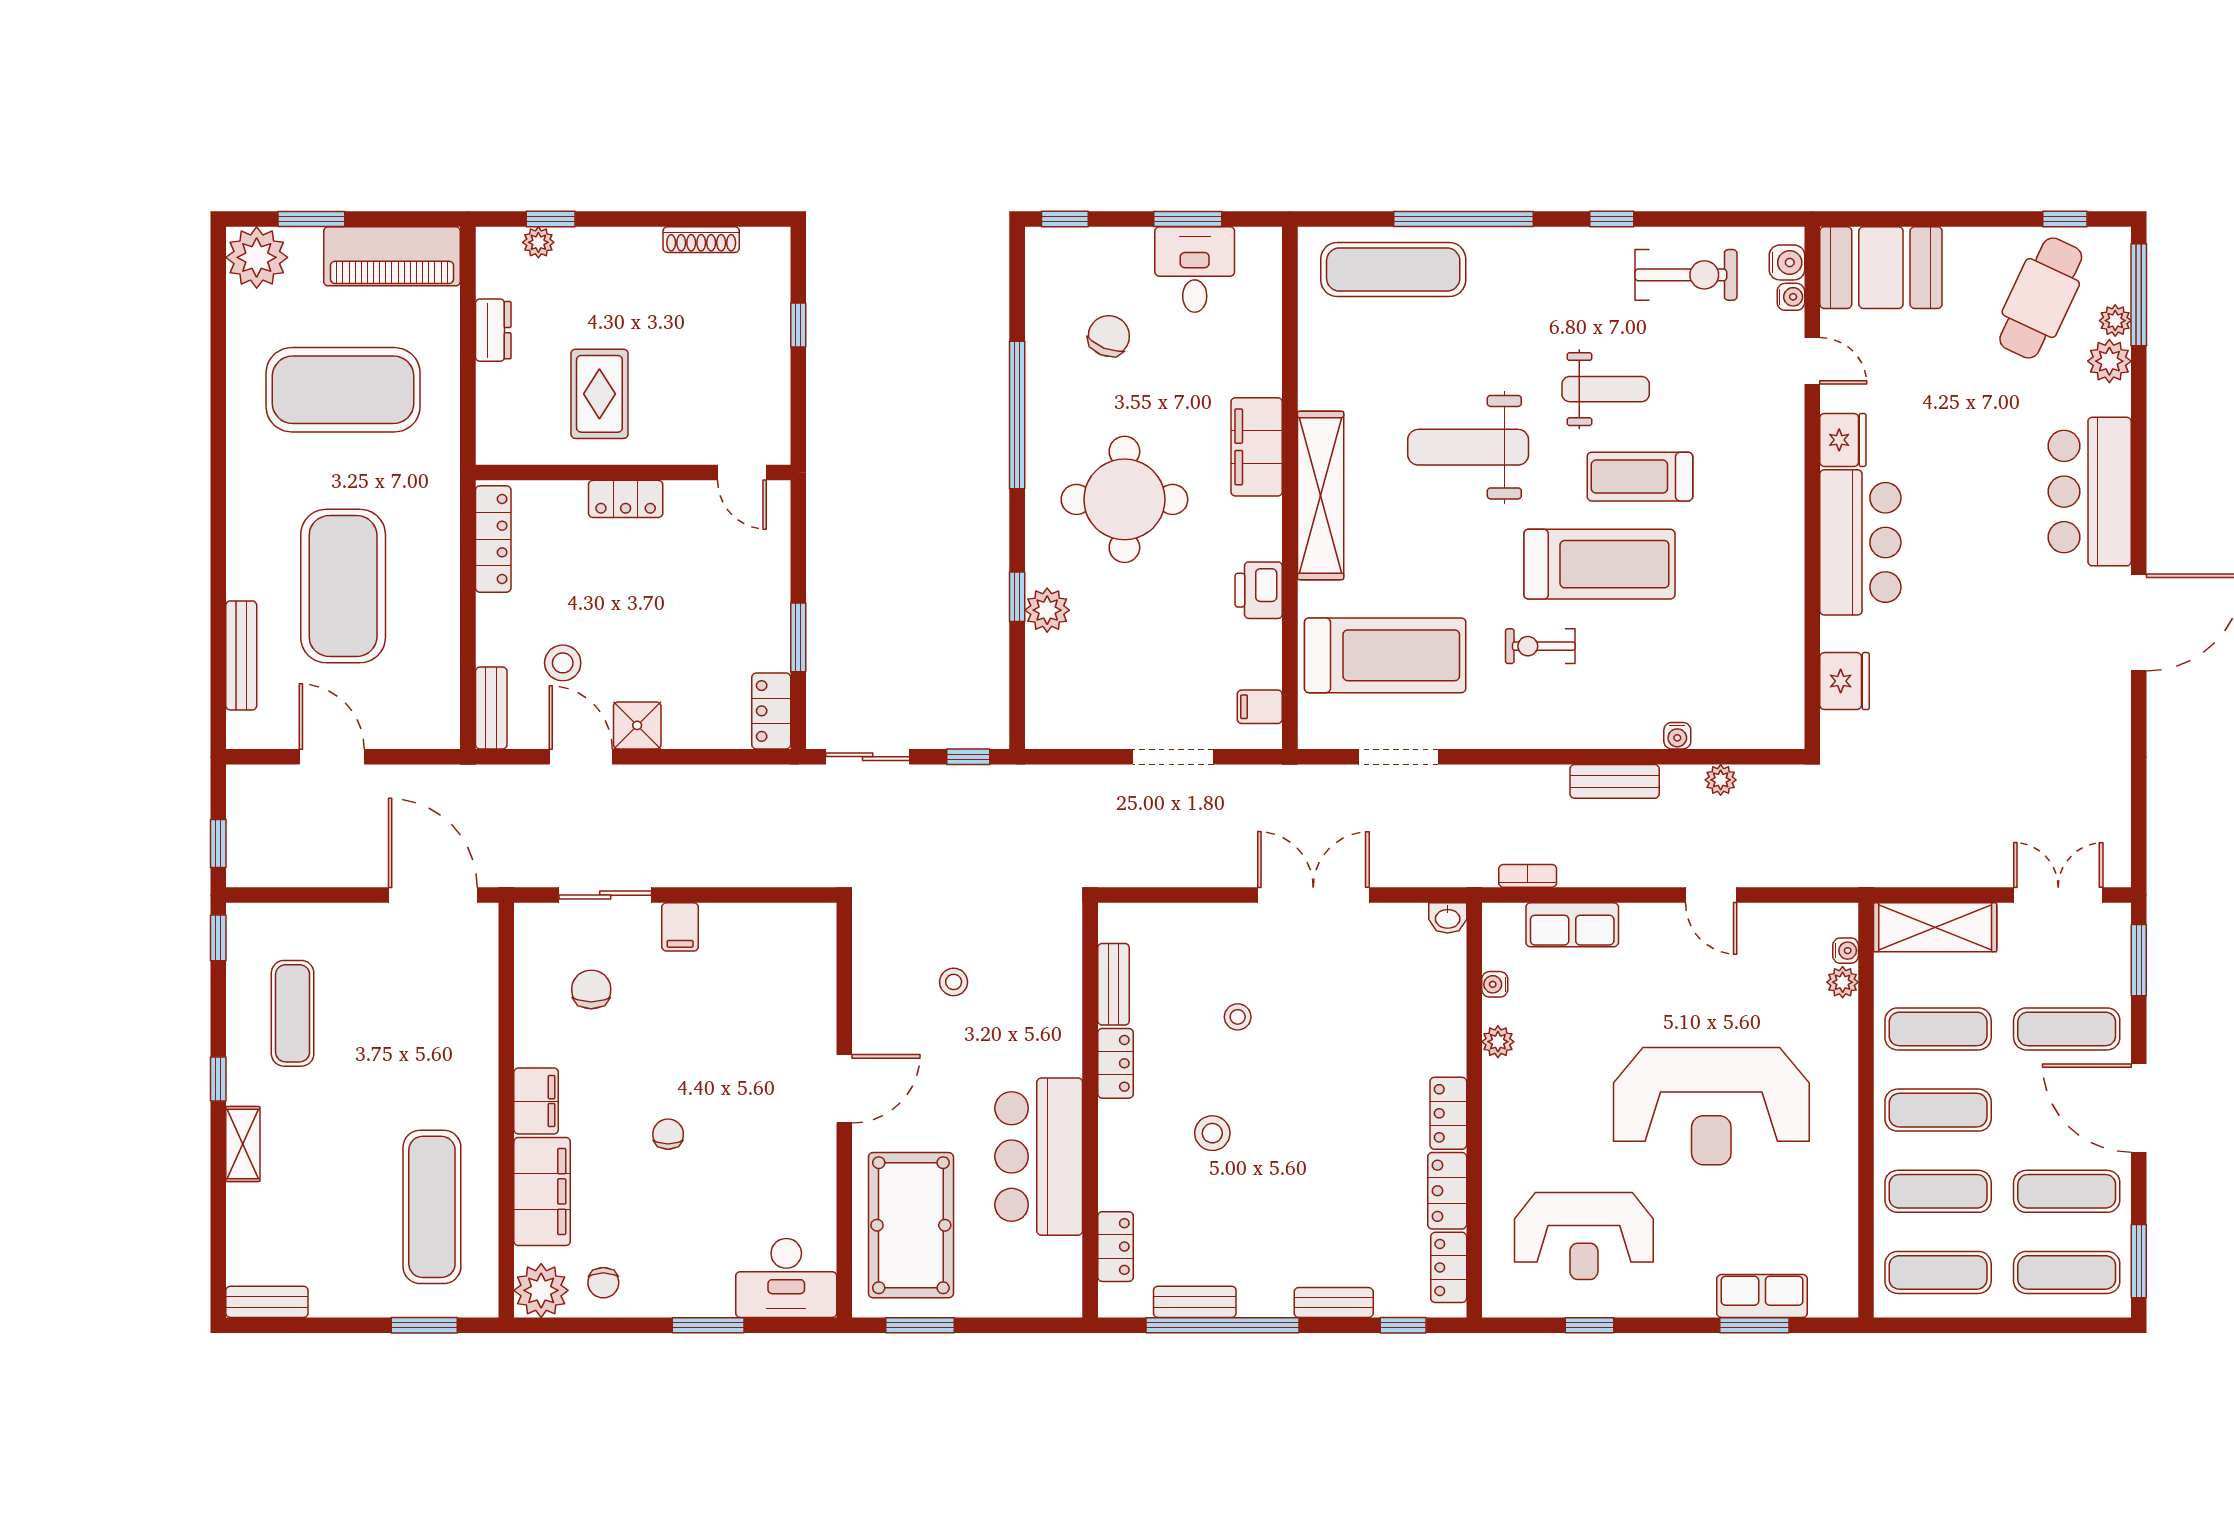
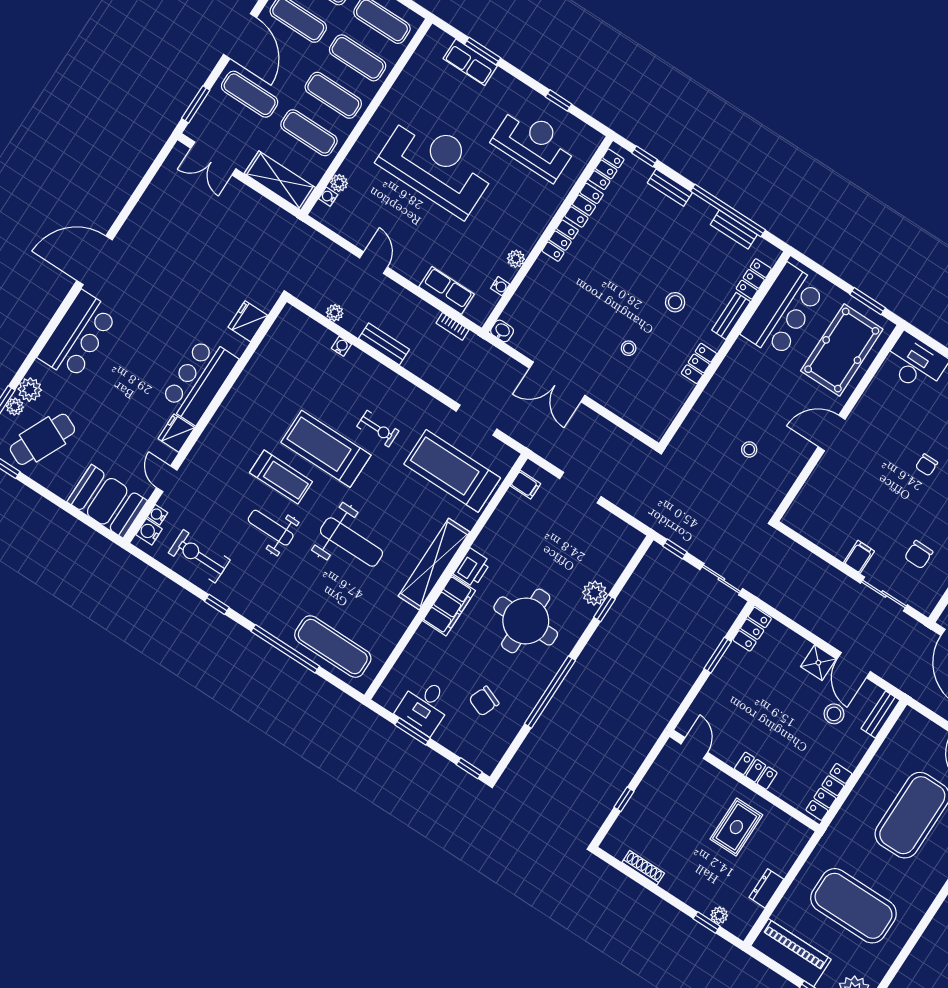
printer: (1259, 590) -> (472, 568), moved
bench: (1113, 984) -> (731, 316), moved
bar counter: (1039, 1157) -> (783, 311), moved

